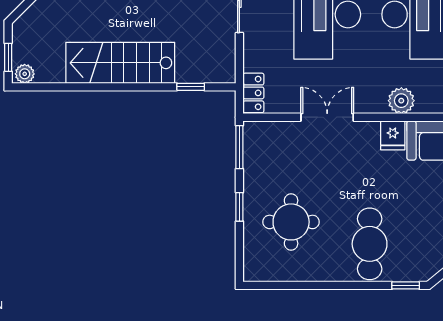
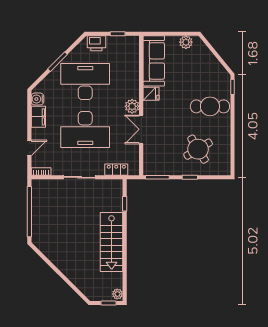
locker: (253, 93) -> (116, 170), moved
plant: (401, 101) -> (132, 106), moved
round table: (291, 222) -> (198, 149), turned -31

